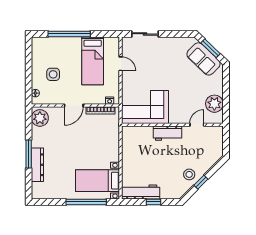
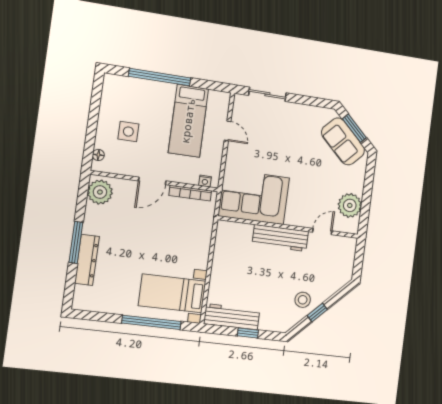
workbench: (168, 133) -> (280, 238), width x1.38

